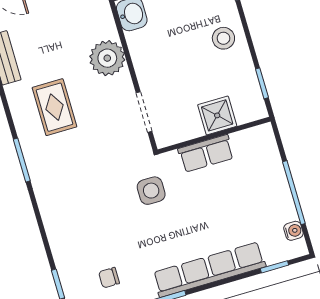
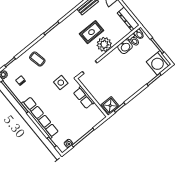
stool: (223, 38) -> (131, 86), removed
rug: (54, 107) -> (91, 32), moved
shower: (217, 115) -> (110, 106), moved
coffee table: (77, 220) -> (37, 59), added

